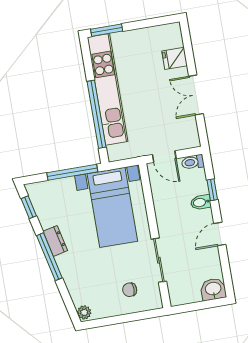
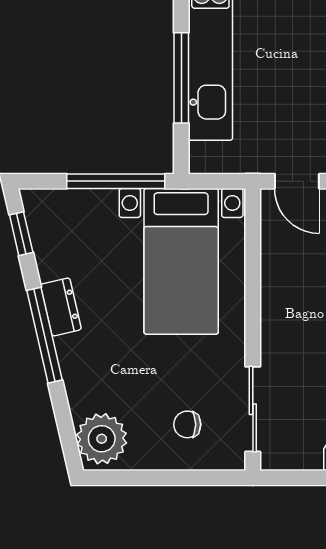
window: (97, 114) -> (181, 78), width x0.68
sliding door: (159, 260) -> (253, 409), moved
plant: (84, 312) -> (102, 439), width x1.88, depth x1.88

